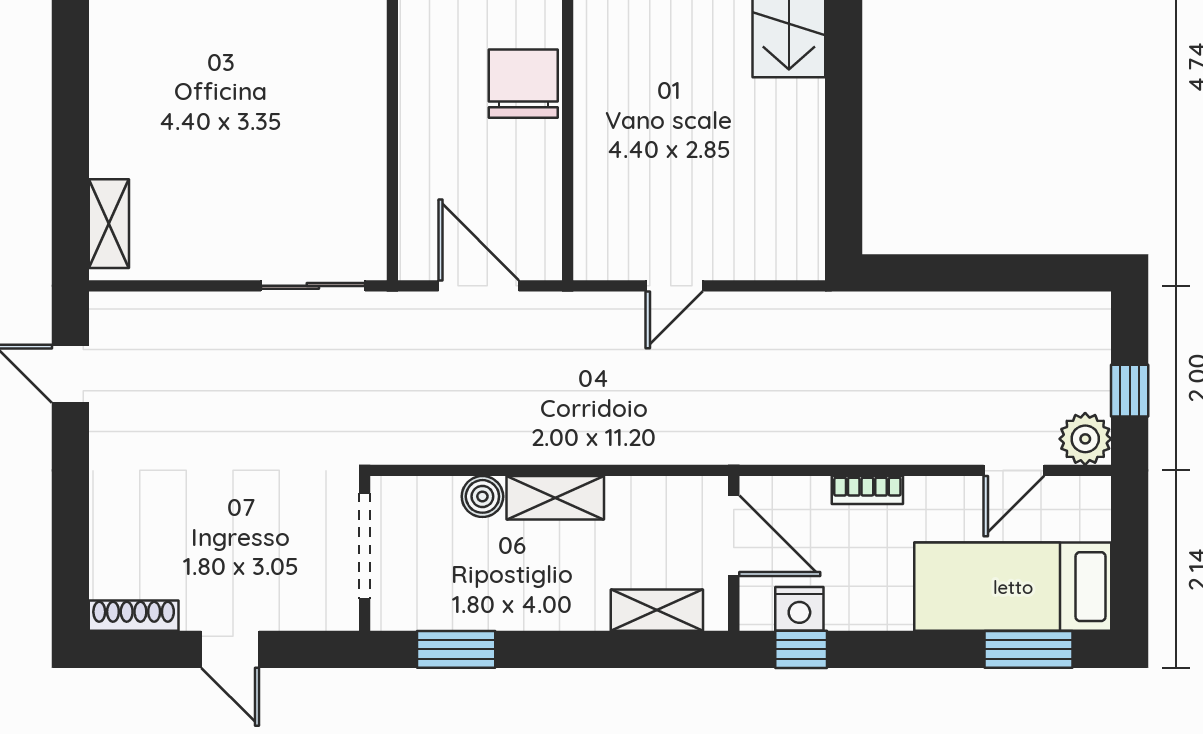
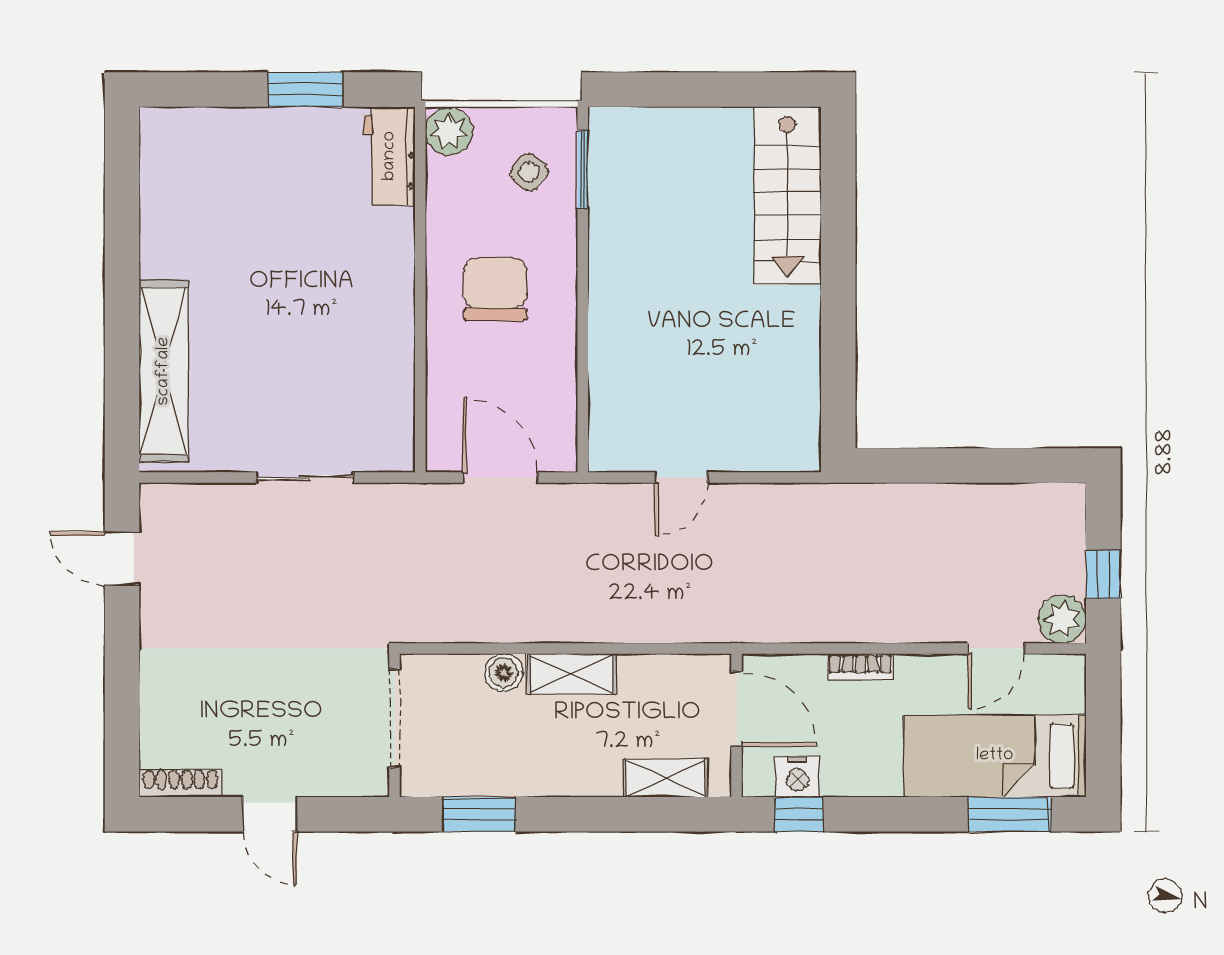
chair: (523, 84) -> (495, 289), moved
shelving: (109, 224) -> (164, 371), width x2.20, depth x1.33
sliding door: (313, 286) -> (305, 478), moved

